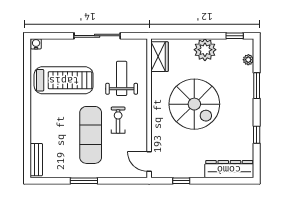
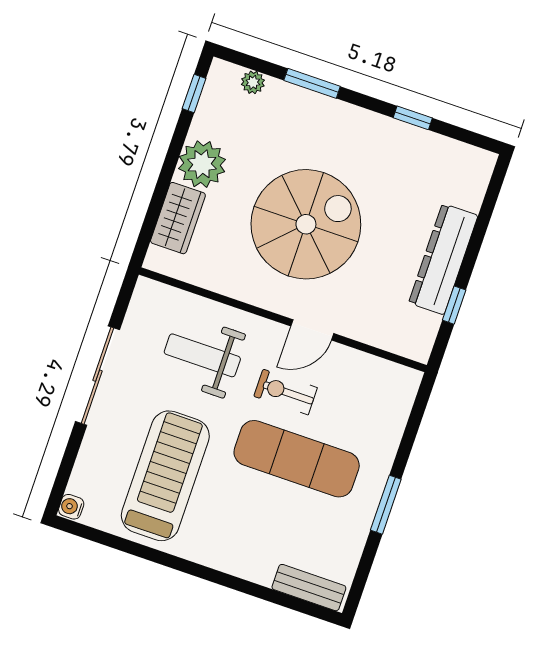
wardrobe: (160, 57) -> (178, 218), moved, turned 90
door: (149, 161) -> (312, 330), moved
dresser: (229, 169) -> (443, 259), moved

